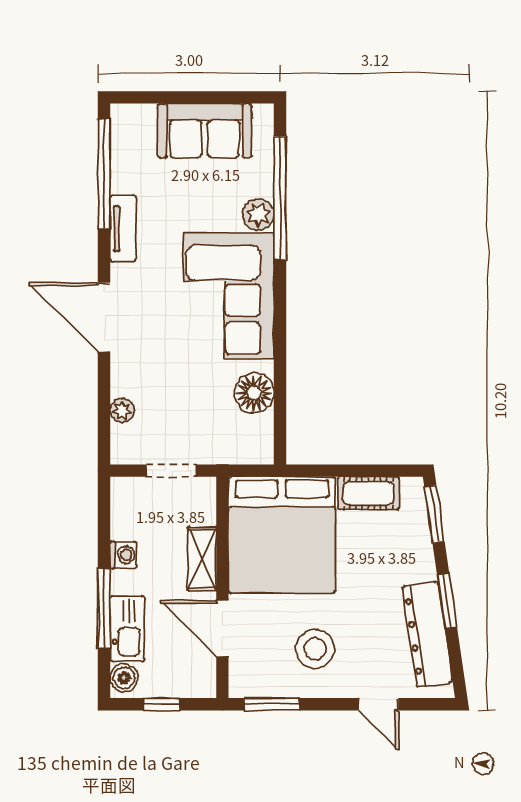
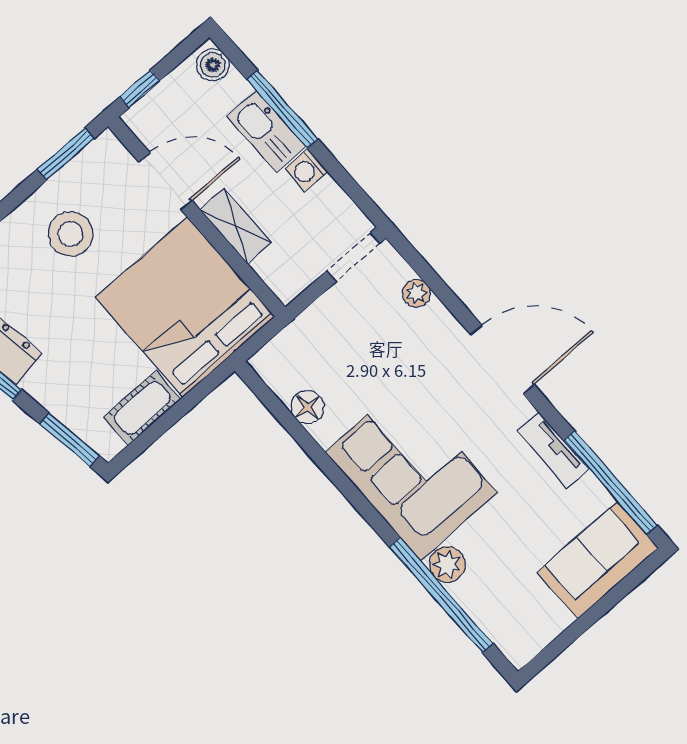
sofa: (205, 131) -> (598, 560), moved
floor lamp: (254, 393) -> (307, 407), width x0.73, depth x0.73
doorway: (171, 471) -> (353, 257), moved
kitchen sink: (127, 629) -> (266, 131), moved
window: (162, 704) -> (139, 89), moved

